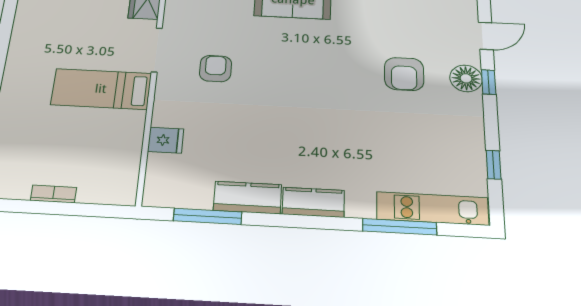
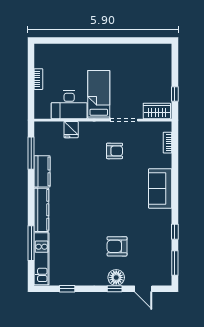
desk: (115, 141) -> (69, 105), added
kitchen counter: (313, 202) -> (41, 210), width x1.50

